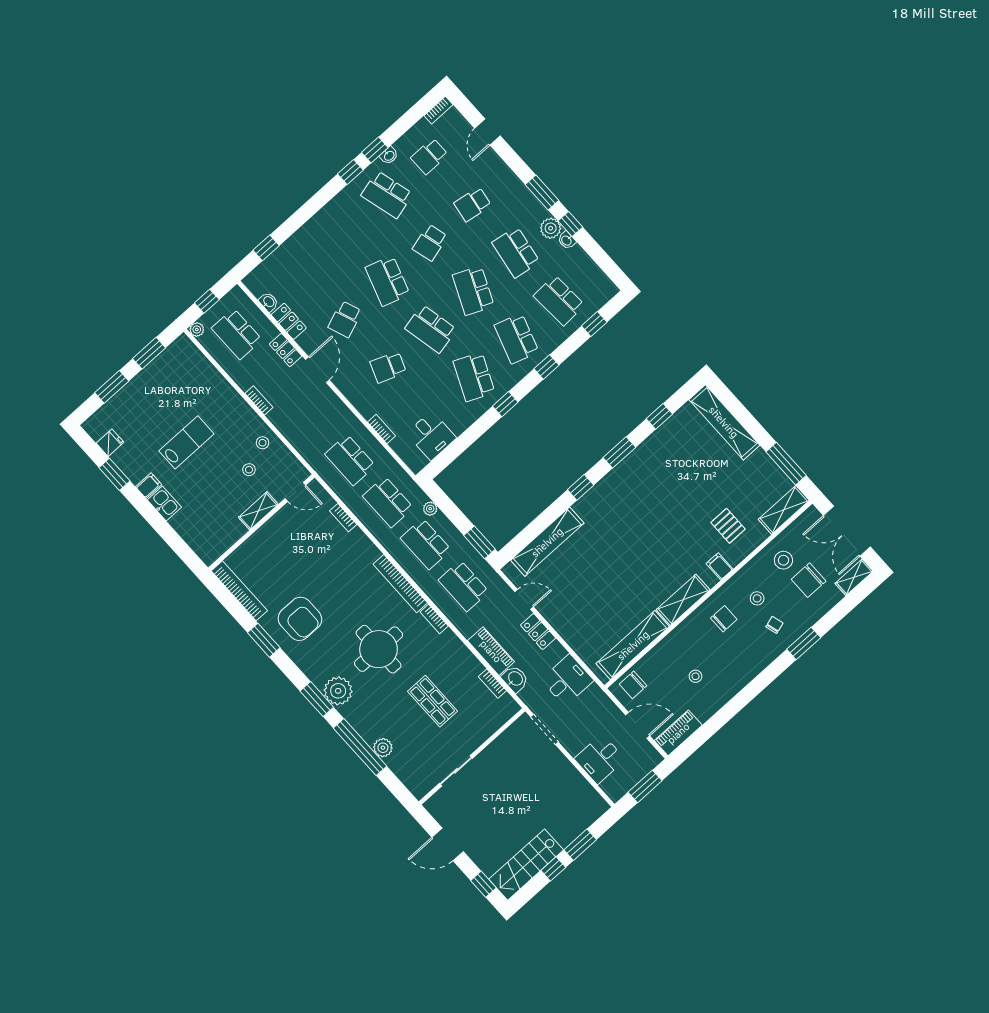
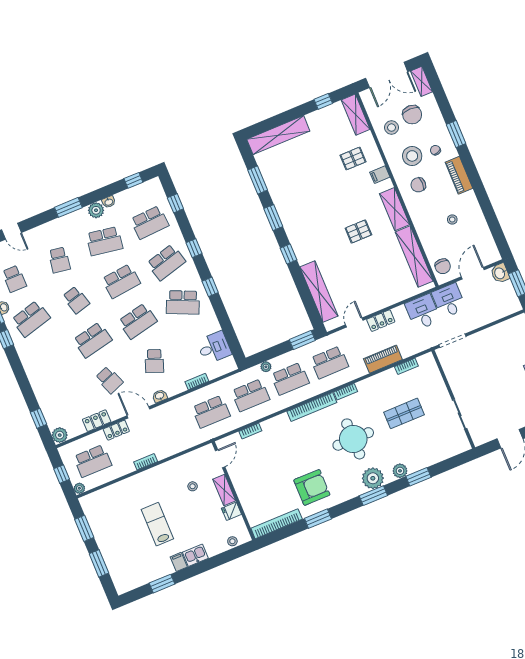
window: (570, 224) -> (133, 180), moved
school desk: (388, 281) -> (93, 340), turned -30
plant: (254, 282) -> (60, 435), added
school desk: (473, 291) -> (121, 281), turned -30
washbasin: (269, 302) -> (160, 396), moved
school desk: (517, 339) -> (166, 262), turned -33
window: (659, 416) -> (258, 180), width x1.50
fridge: (110, 443) -> (231, 511), moved, turned -90
stool: (262, 443) -> (232, 541), moved
window: (786, 464) -> (323, 101), width x0.46
pallet: (639, 565) -> (358, 231), added
stool: (757, 598) -> (412, 156), width x1.89, depth x1.89
chair: (724, 619) -> (418, 185), turned -90
washbasin: (515, 679) -> (500, 273), moved, turned -90
piano: (678, 733) -> (459, 175), moved
window: (360, 747) -> (418, 477), width x0.47
plant: (383, 748) -> (400, 471), moved
desk: (600, 759) -> (449, 301), moved, turned 180

